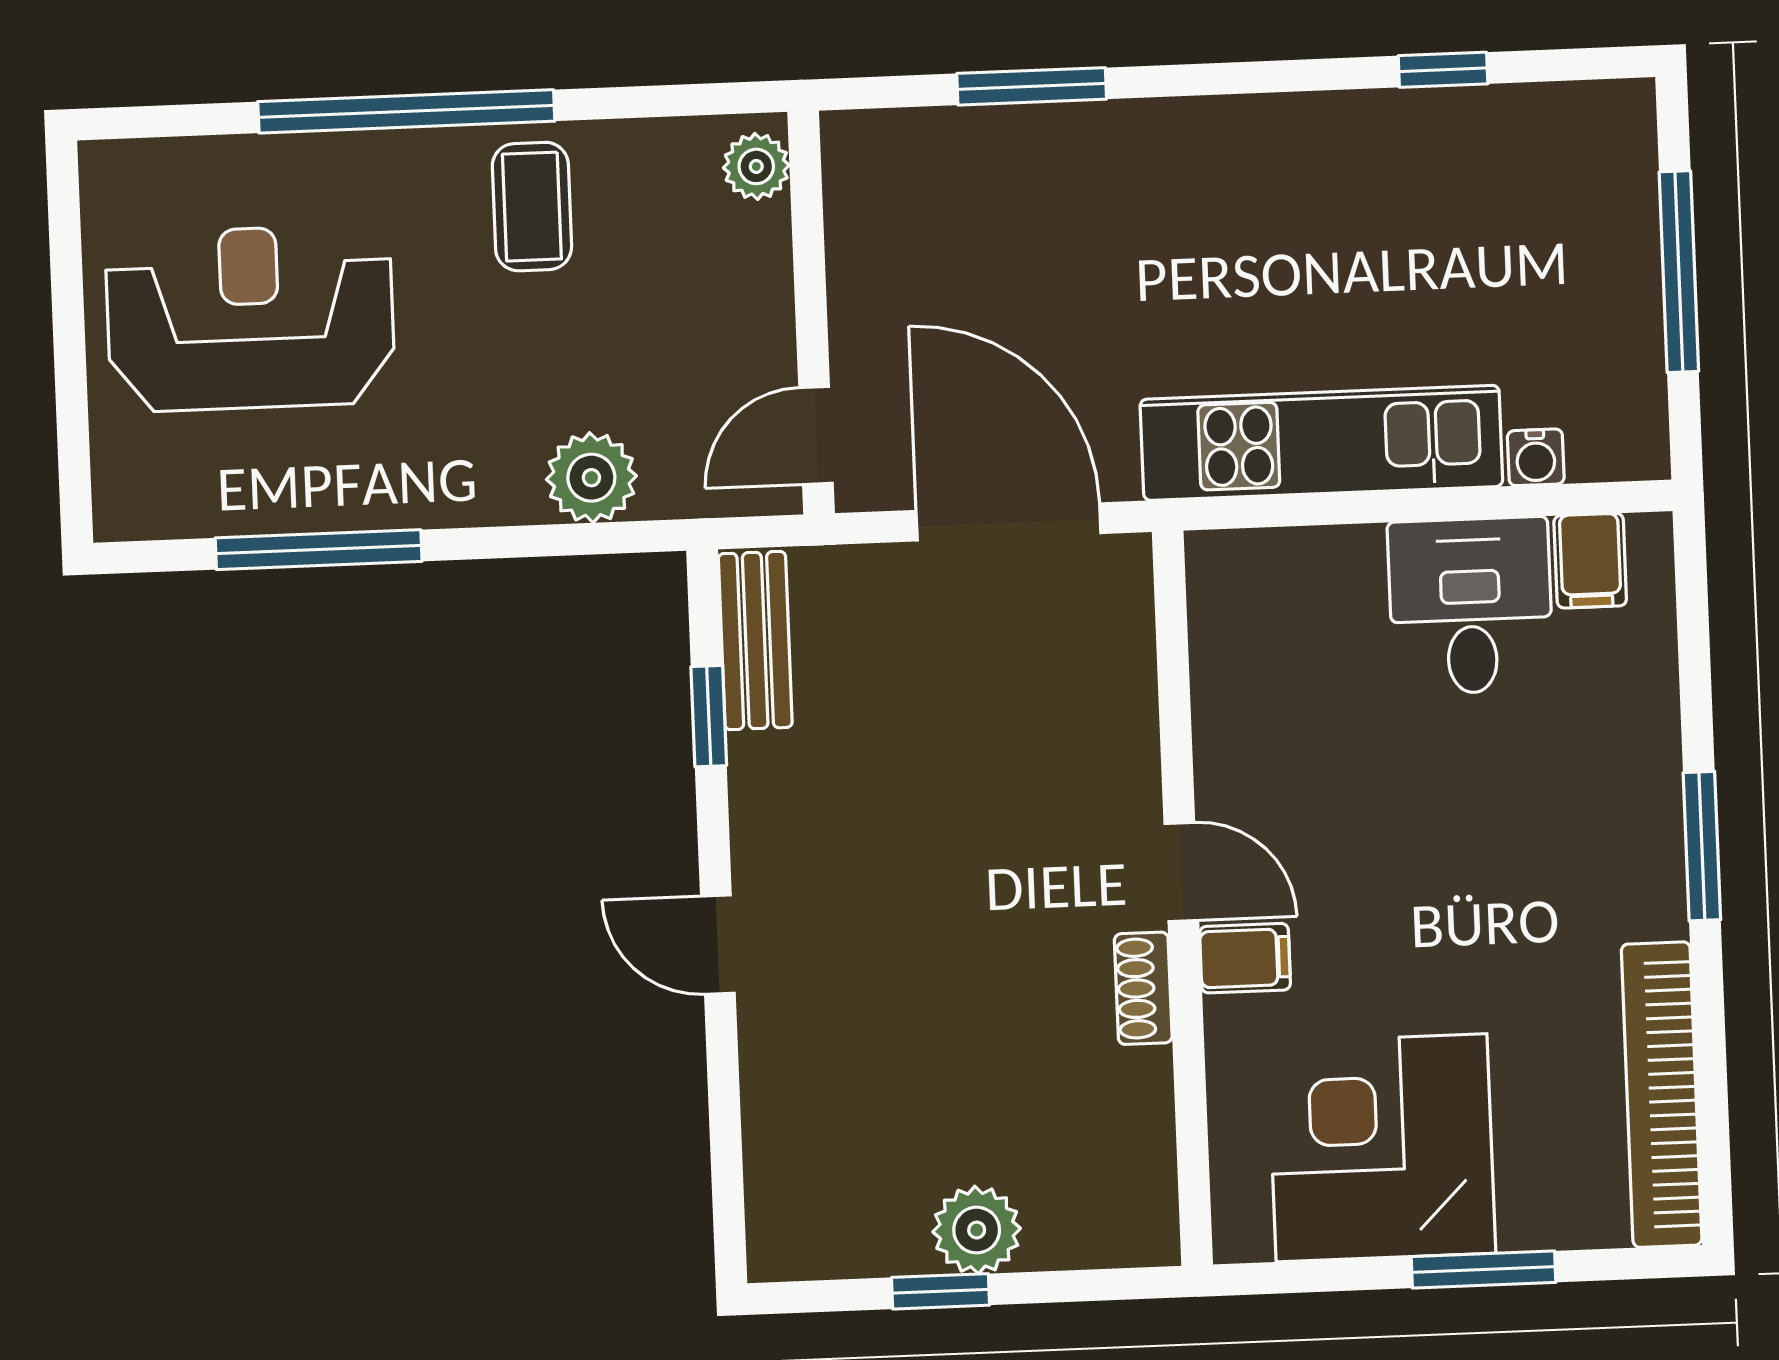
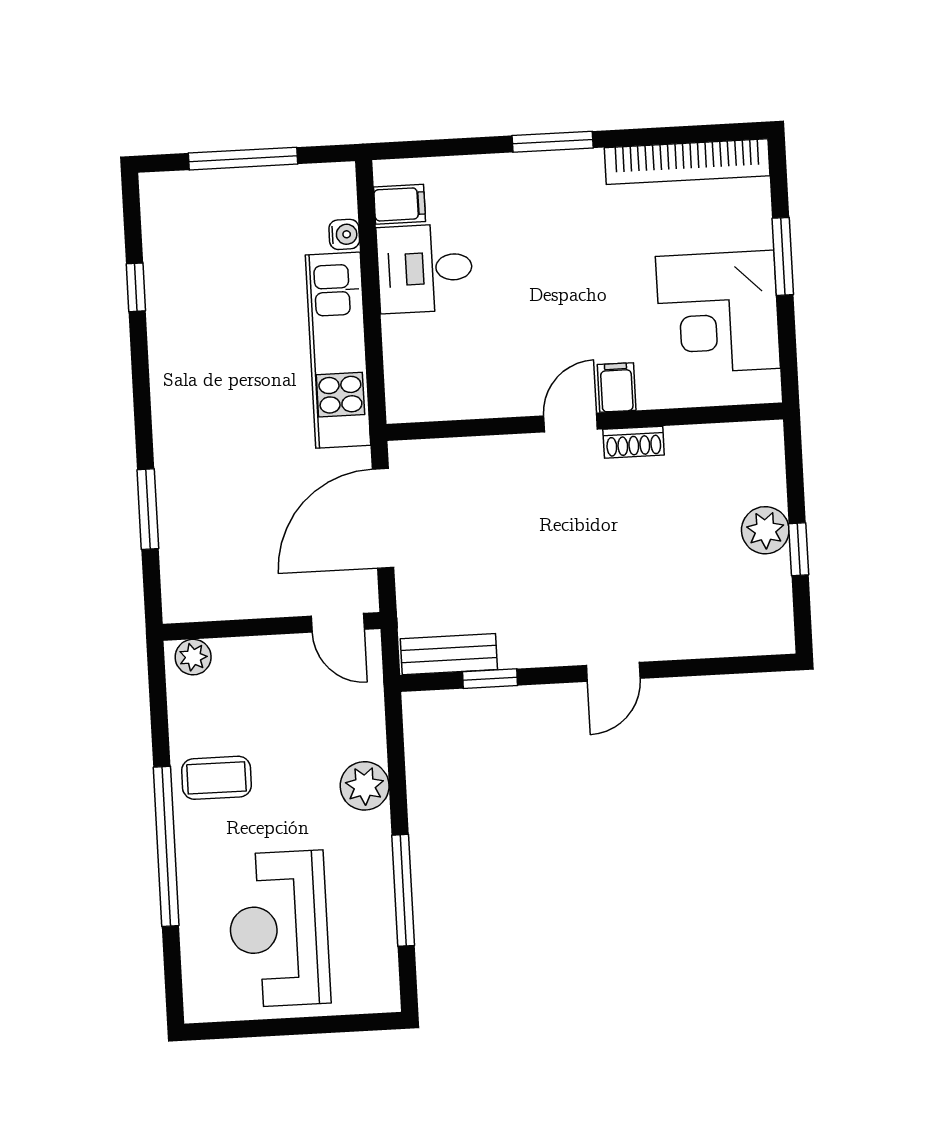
plant: (591, 478) -> (365, 786), moved

